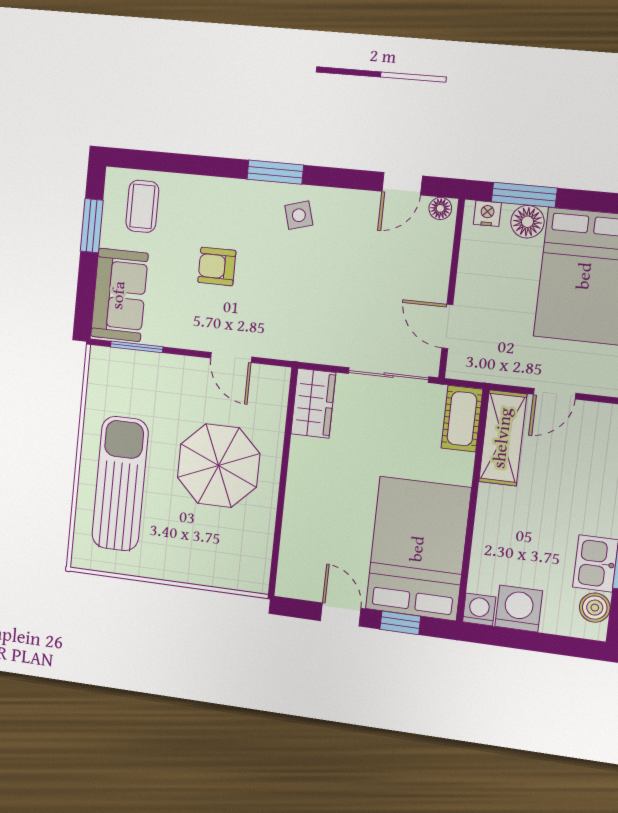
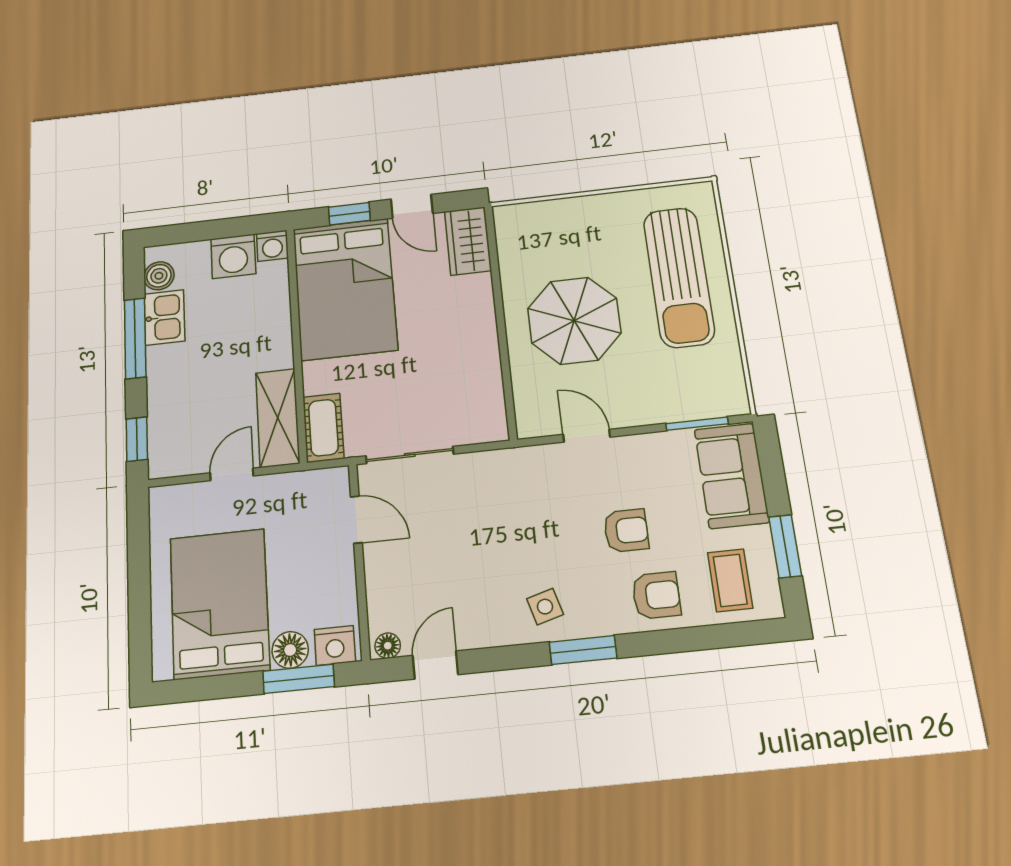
armchair: (205, 206) -> (656, 595), added
nightstand: (487, 214) -> (335, 645), width x1.39, depth x1.35
wardrobe: (313, 403) -> (468, 241), moved

